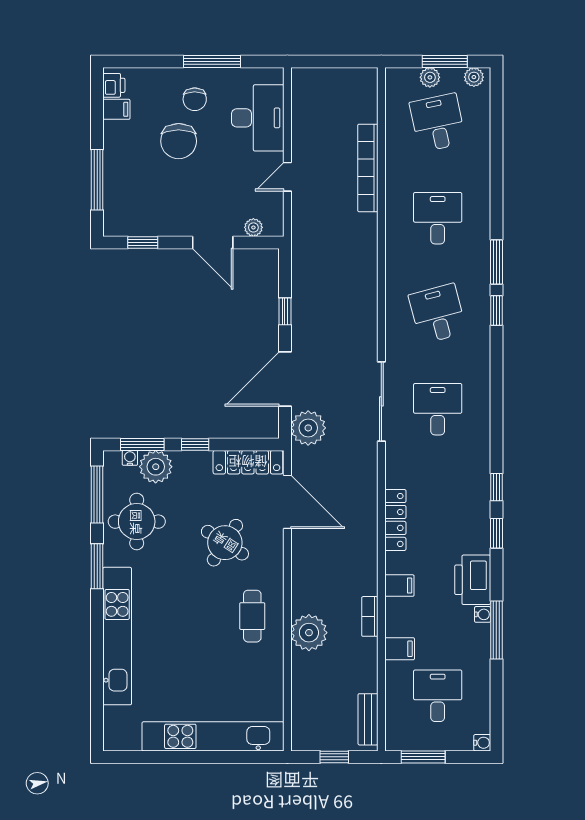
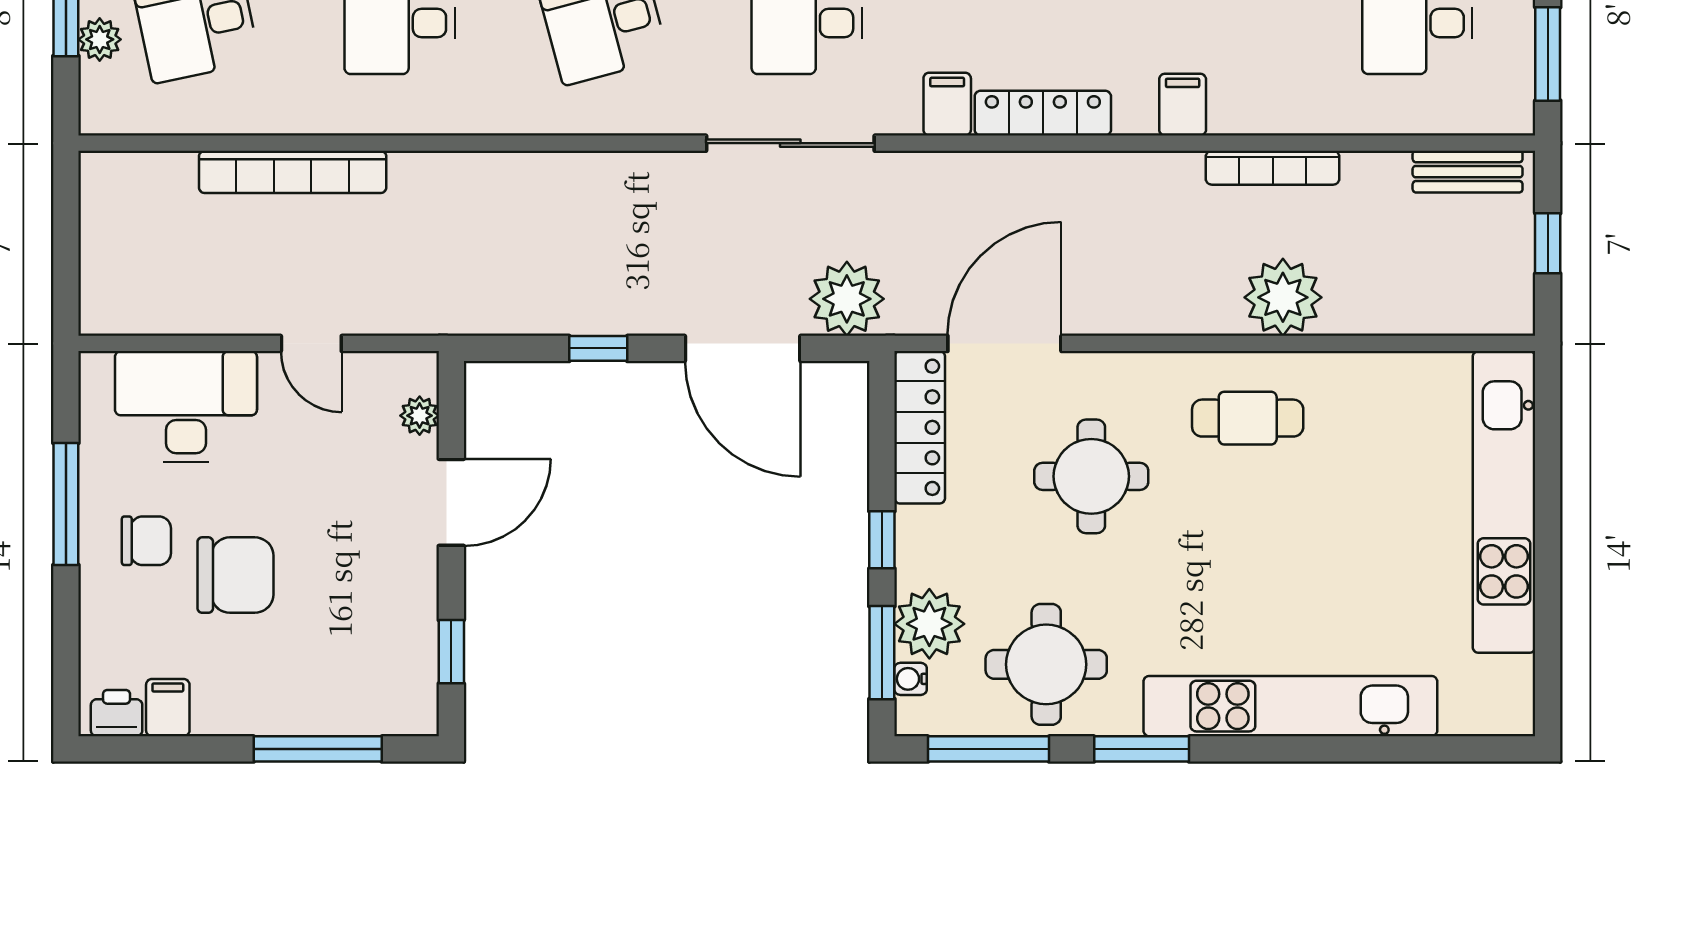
round table: (225, 543) -> (1091, 476), turned -33
bookcase: (370, 616) -> (1273, 168), width x1.56
filing cabinet: (400, 649) -> (947, 104), moved

